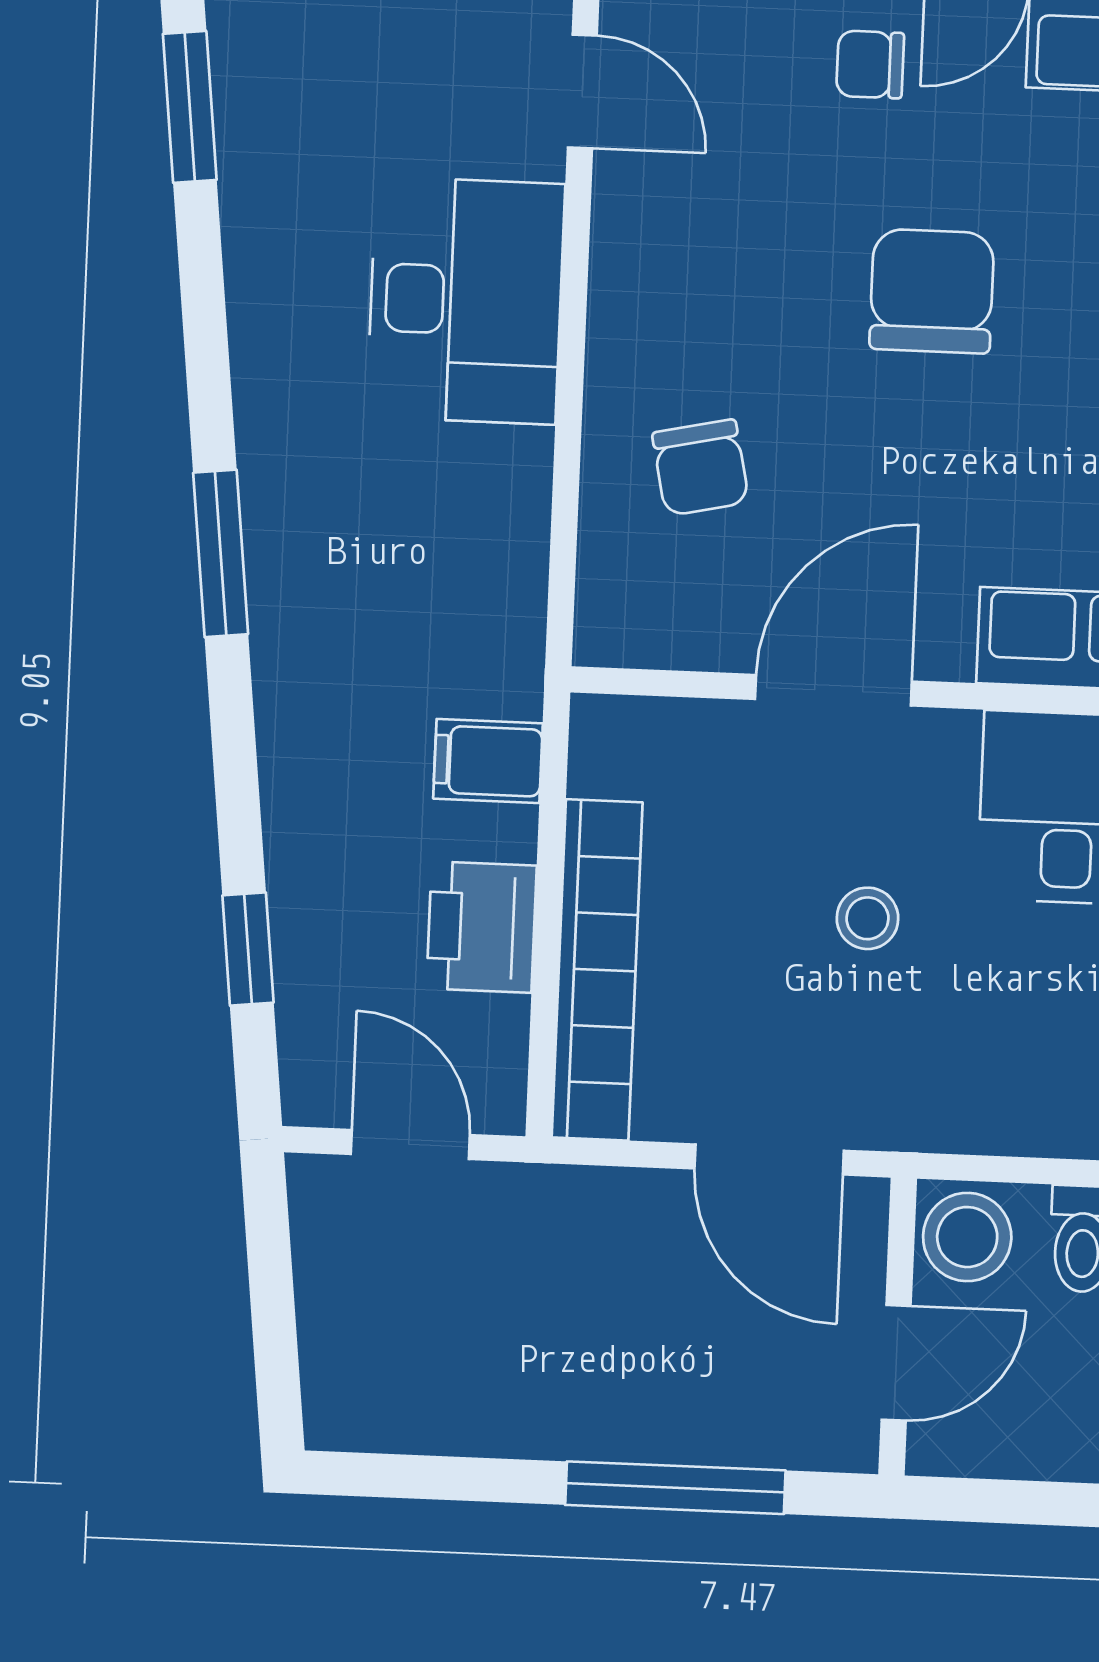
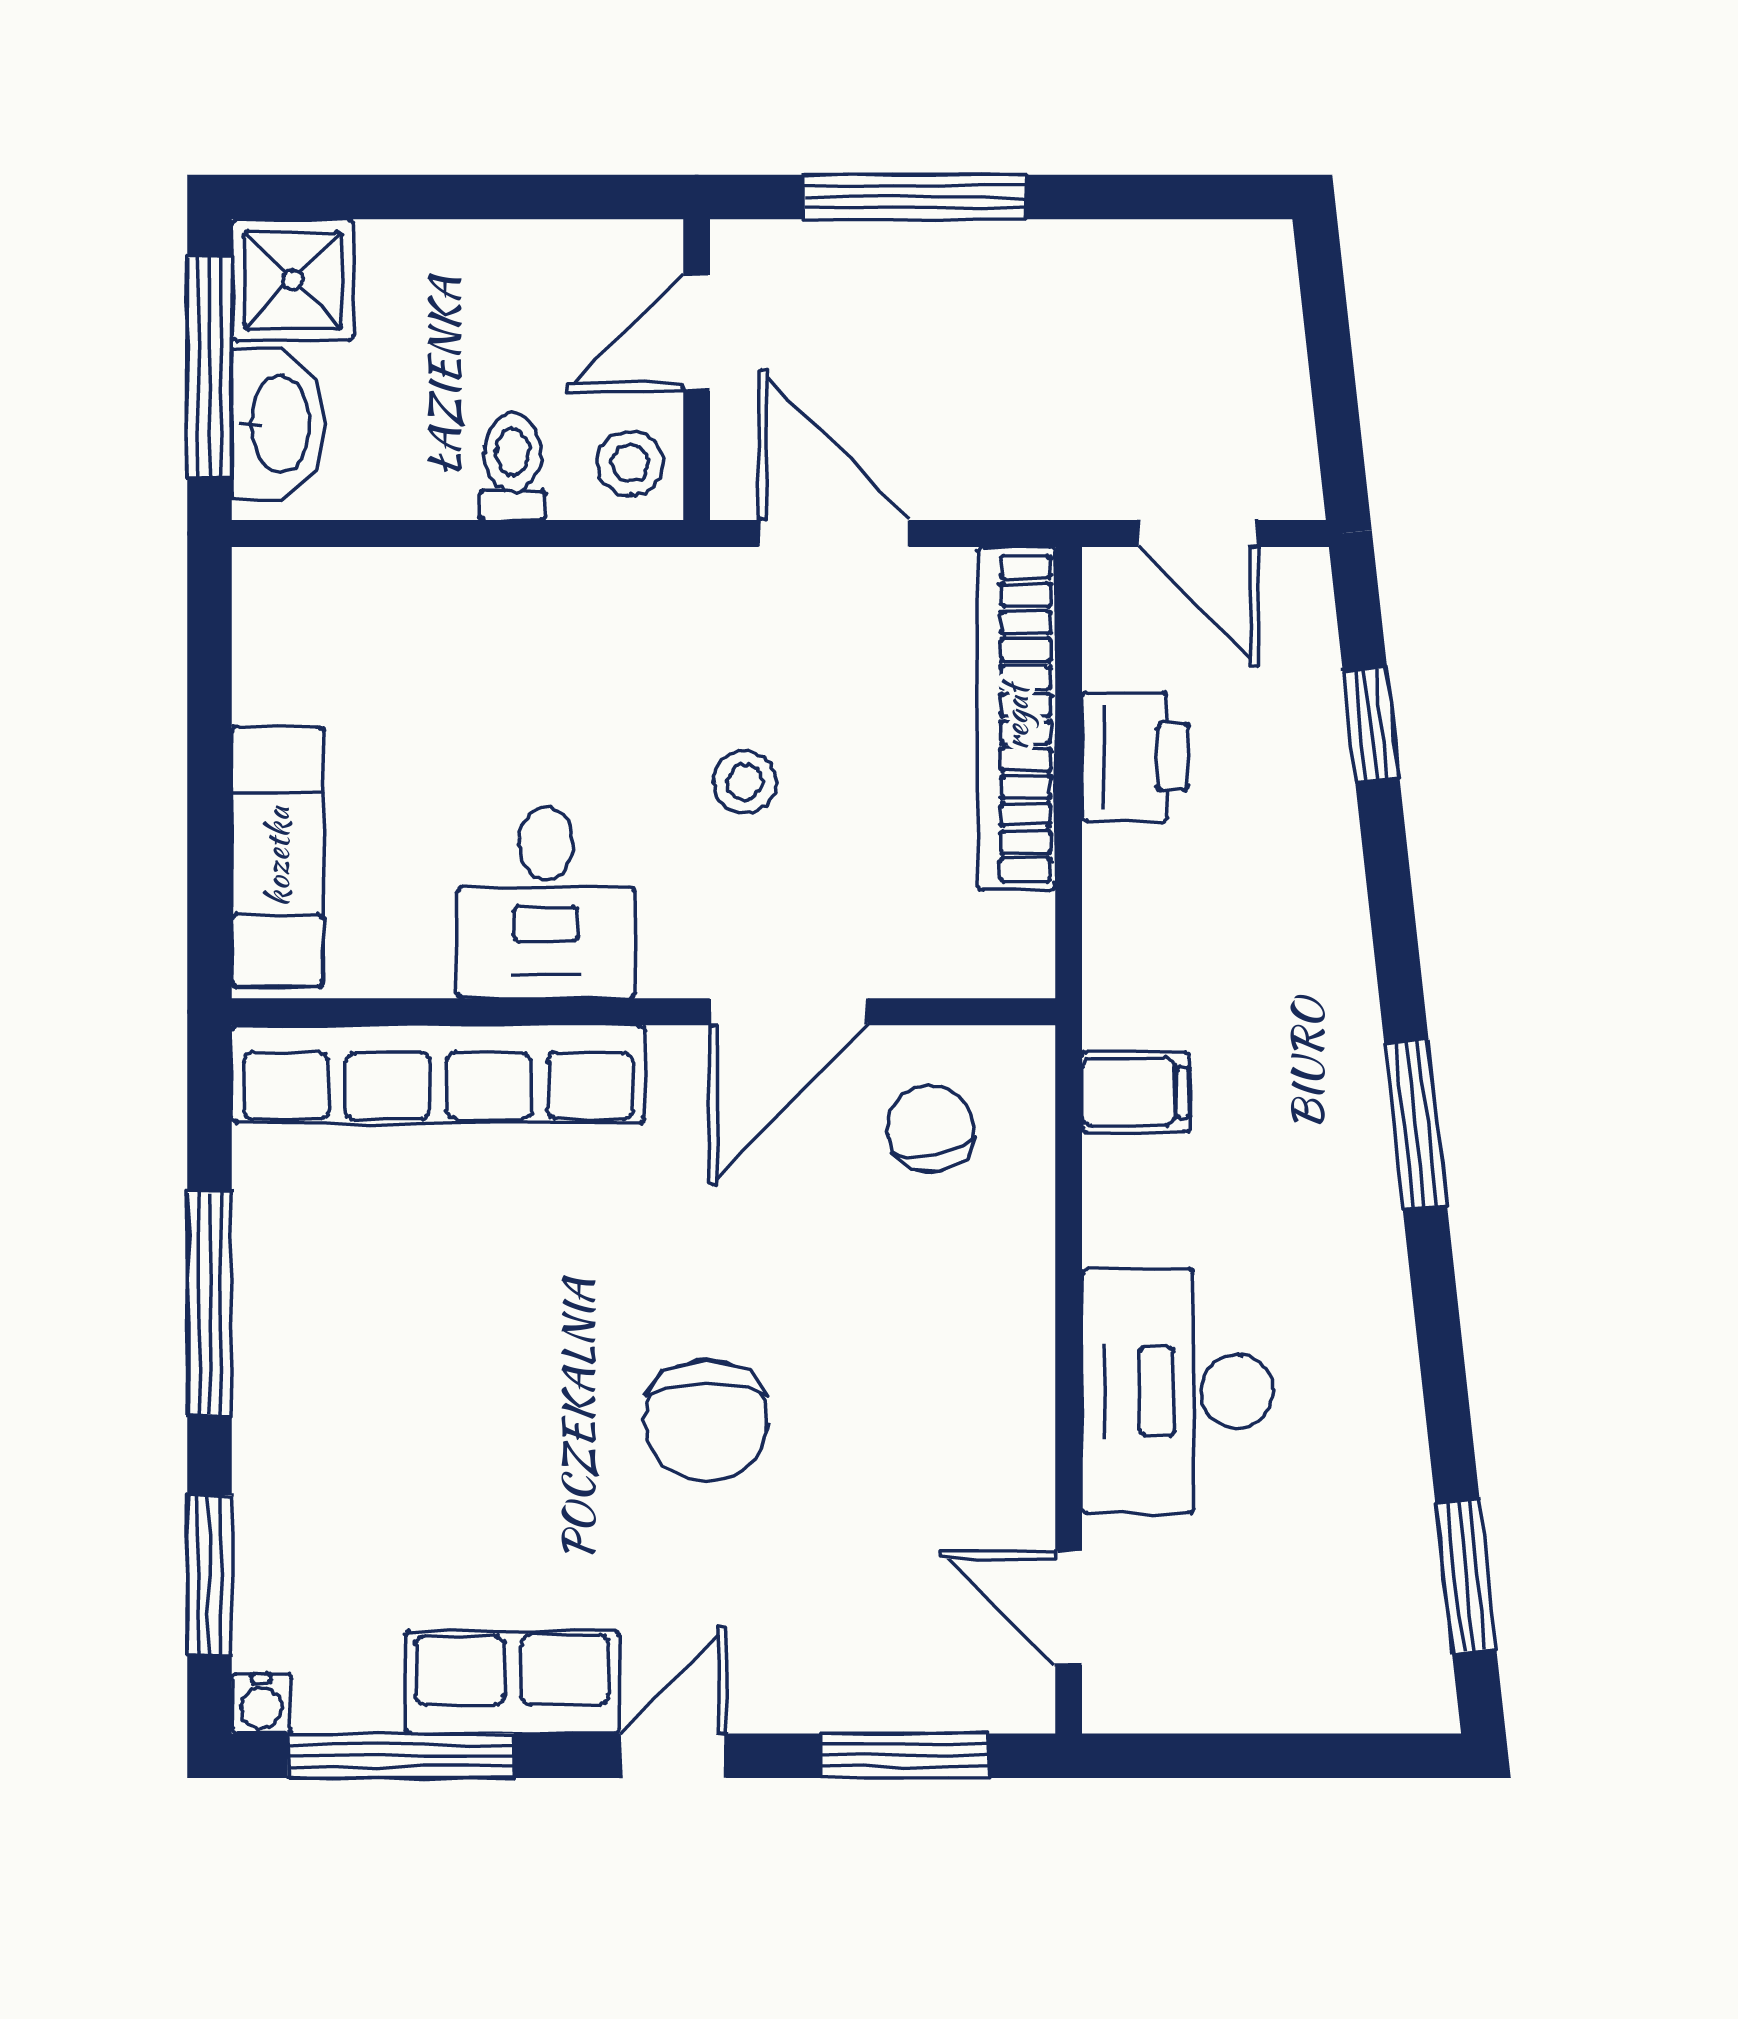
chair: (870, 64) -> (778, 1648), removed
chair: (701, 468) -> (930, 1129), moved
filing cabinet: (488, 761) -> (1136, 1092), moved
stool: (967, 1237) -> (630, 463), width x0.73, depth x0.73

